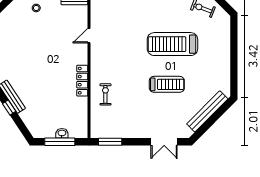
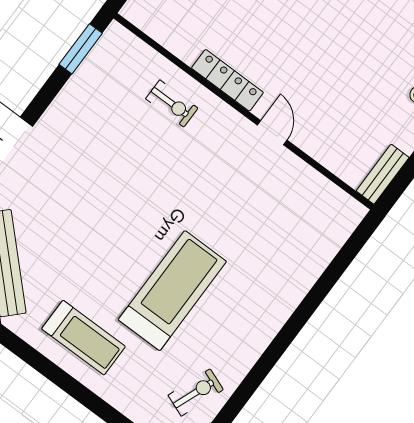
door: (89, 36) -> (272, 133), moved
treadmill: (167, 84) -> (84, 338), moved, turned -90

